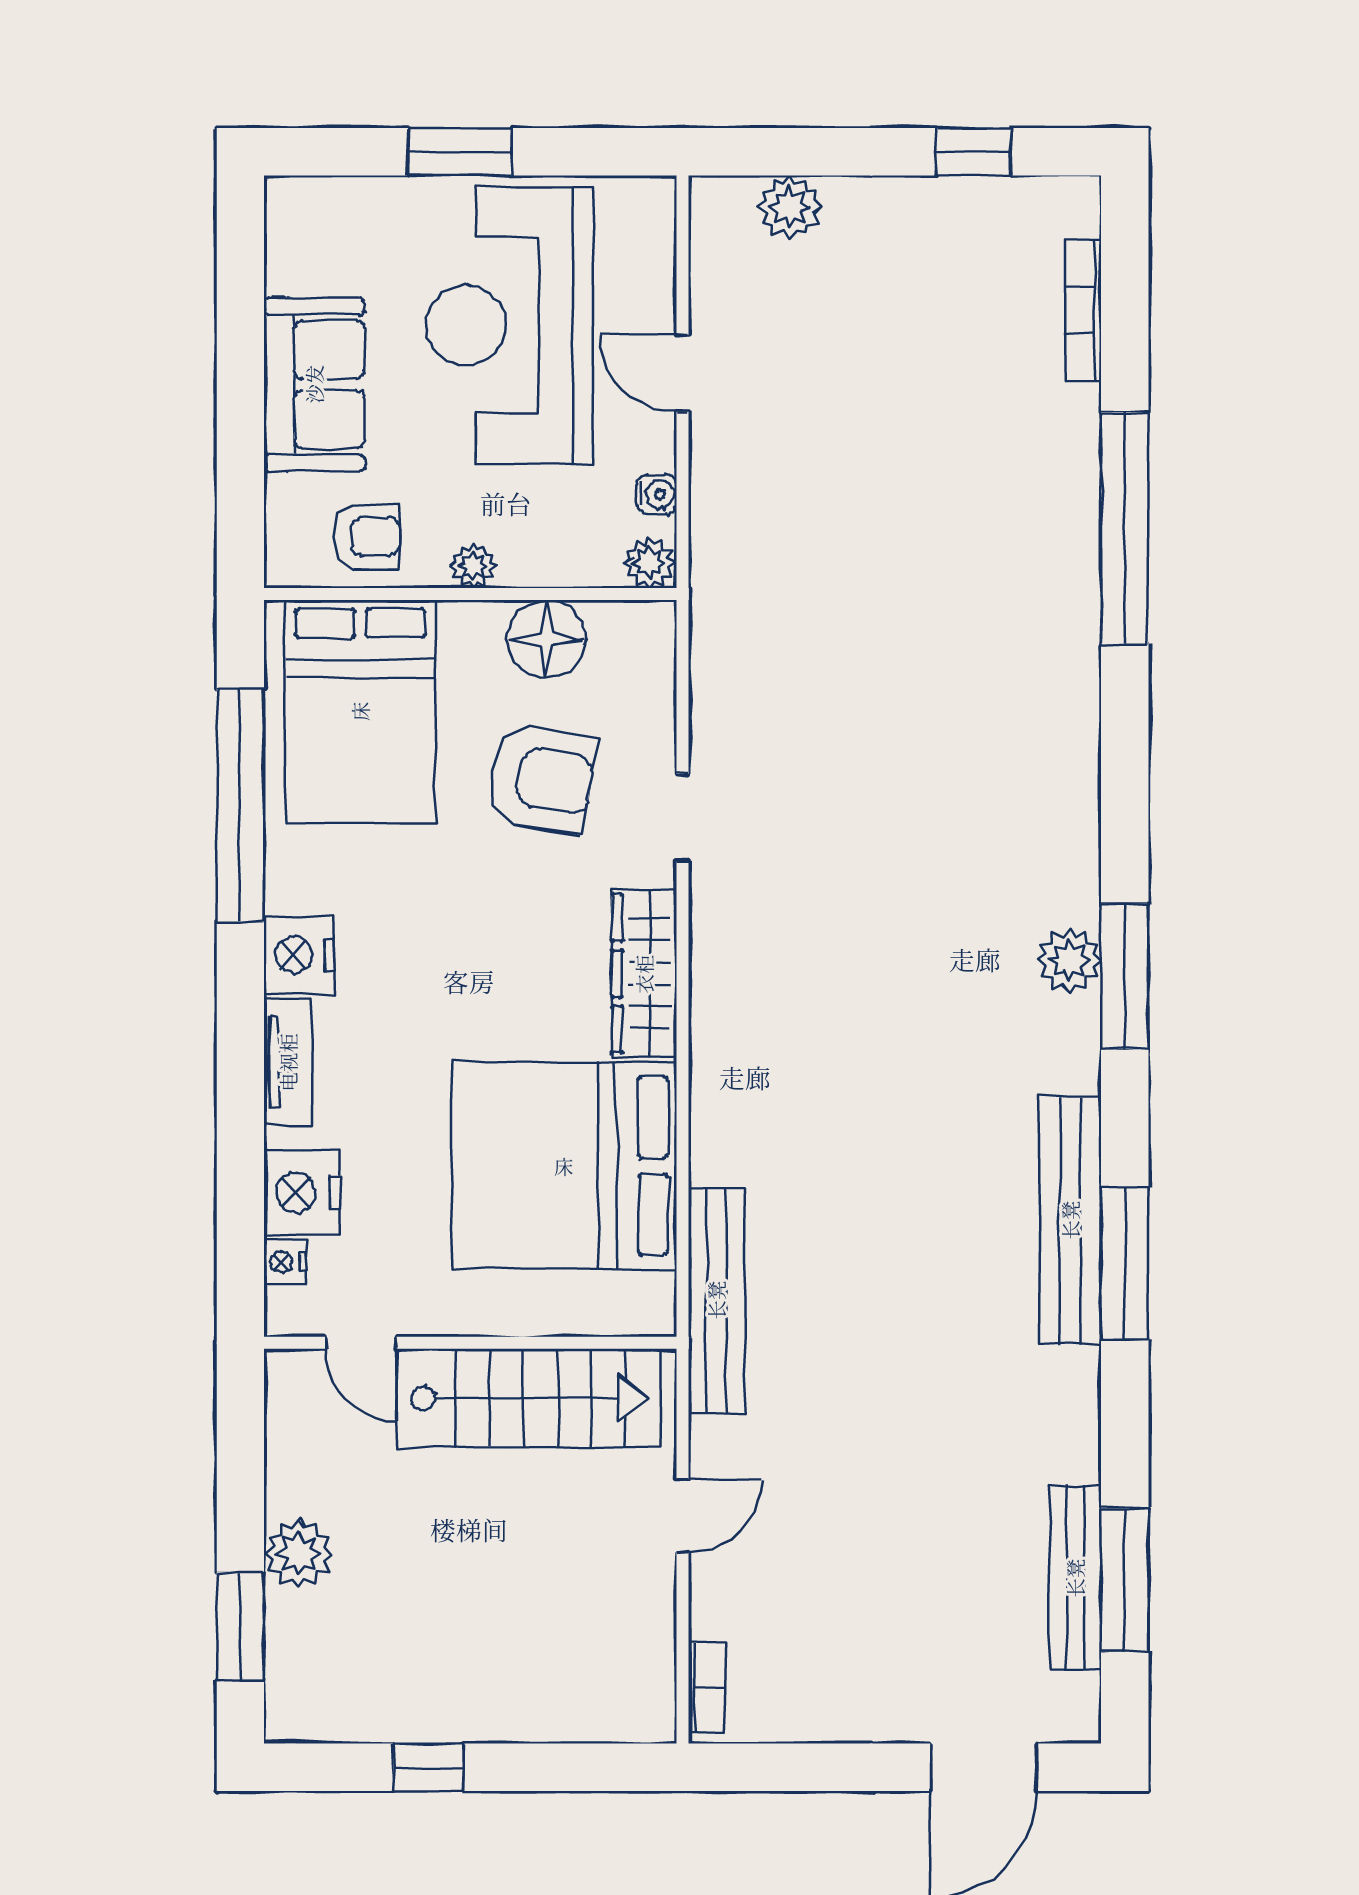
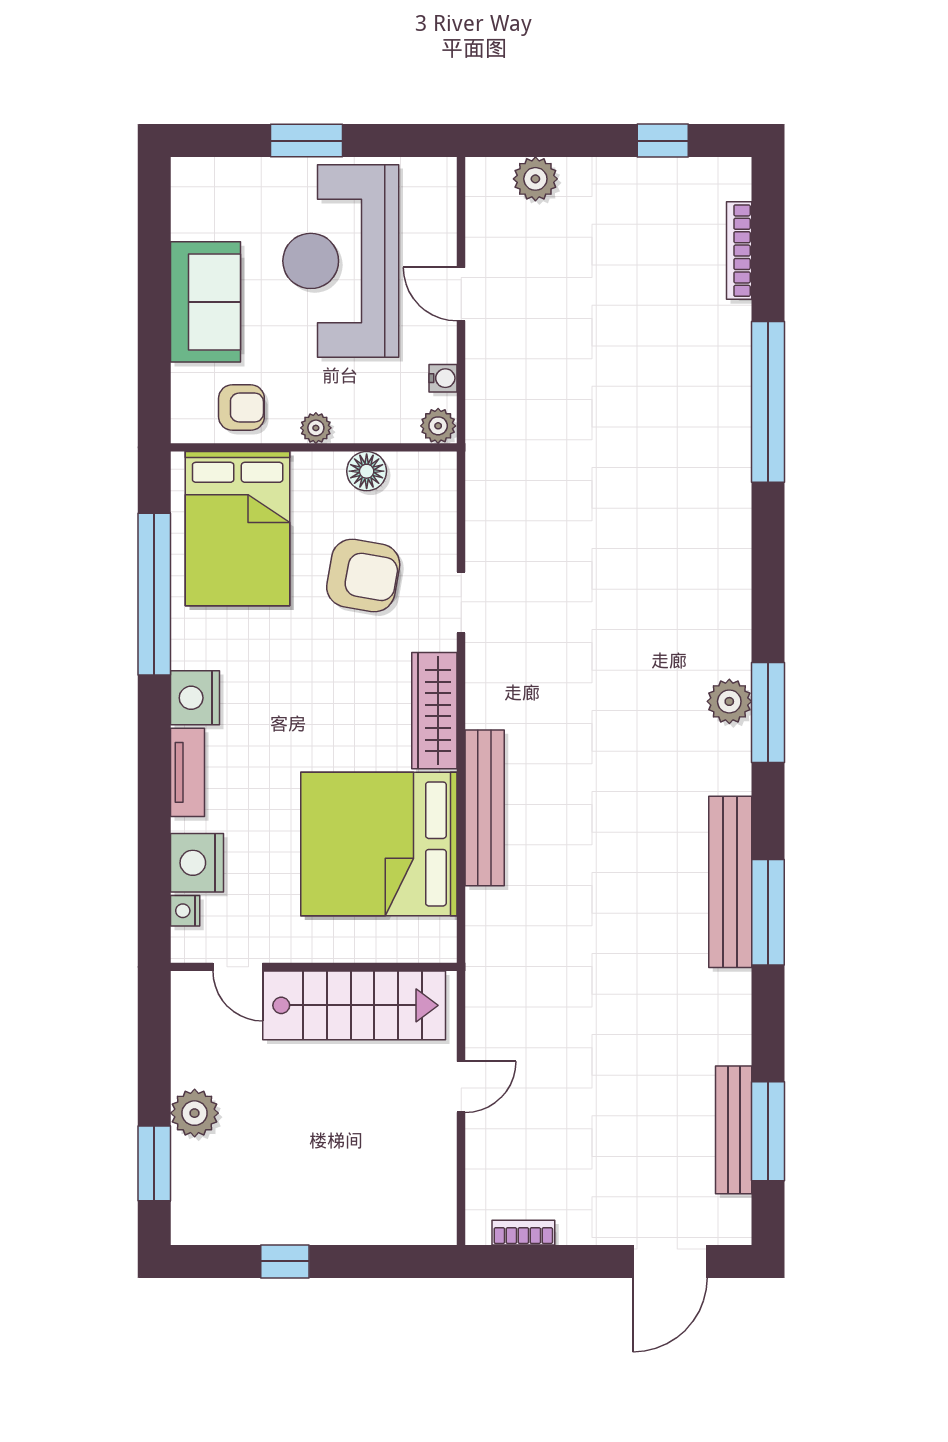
floor lamp: (546, 639) -> (367, 471), width x0.73, depth x0.73
bench: (716, 1300) -> (485, 808), moved
bookcase: (706, 1687) -> (523, 1233), moved, turned -90

